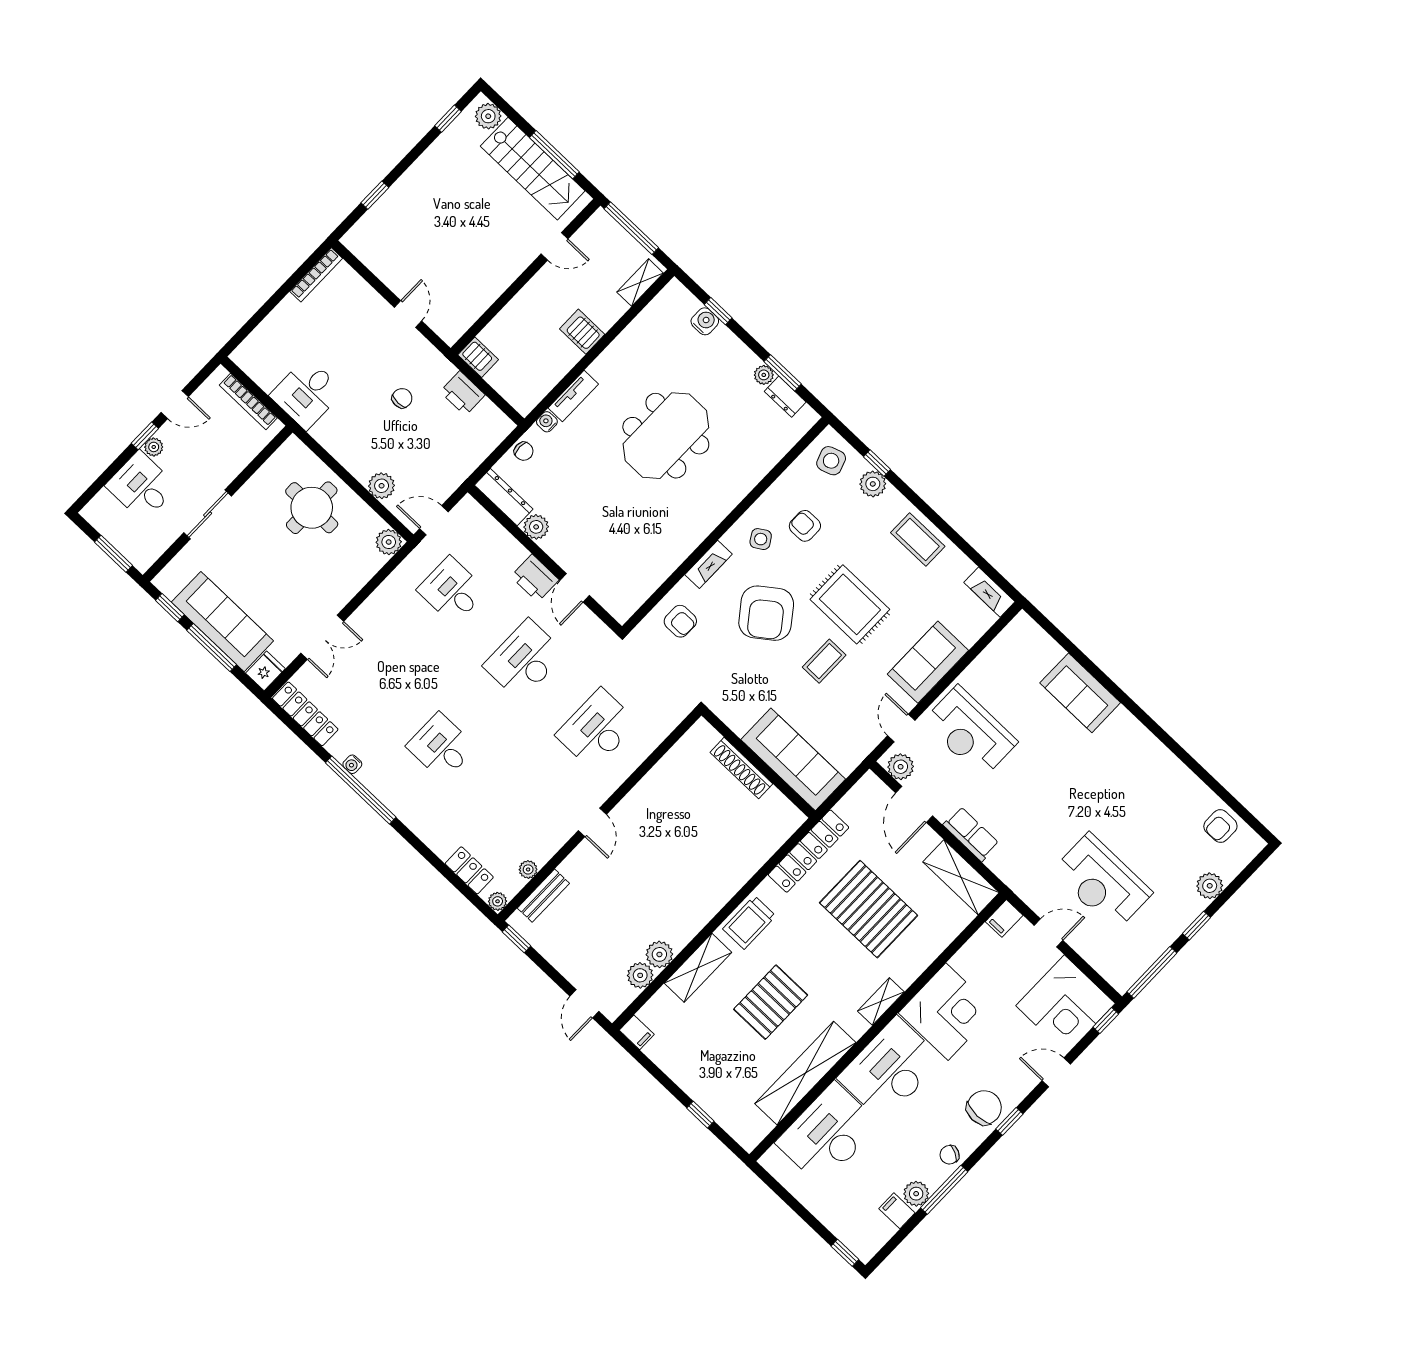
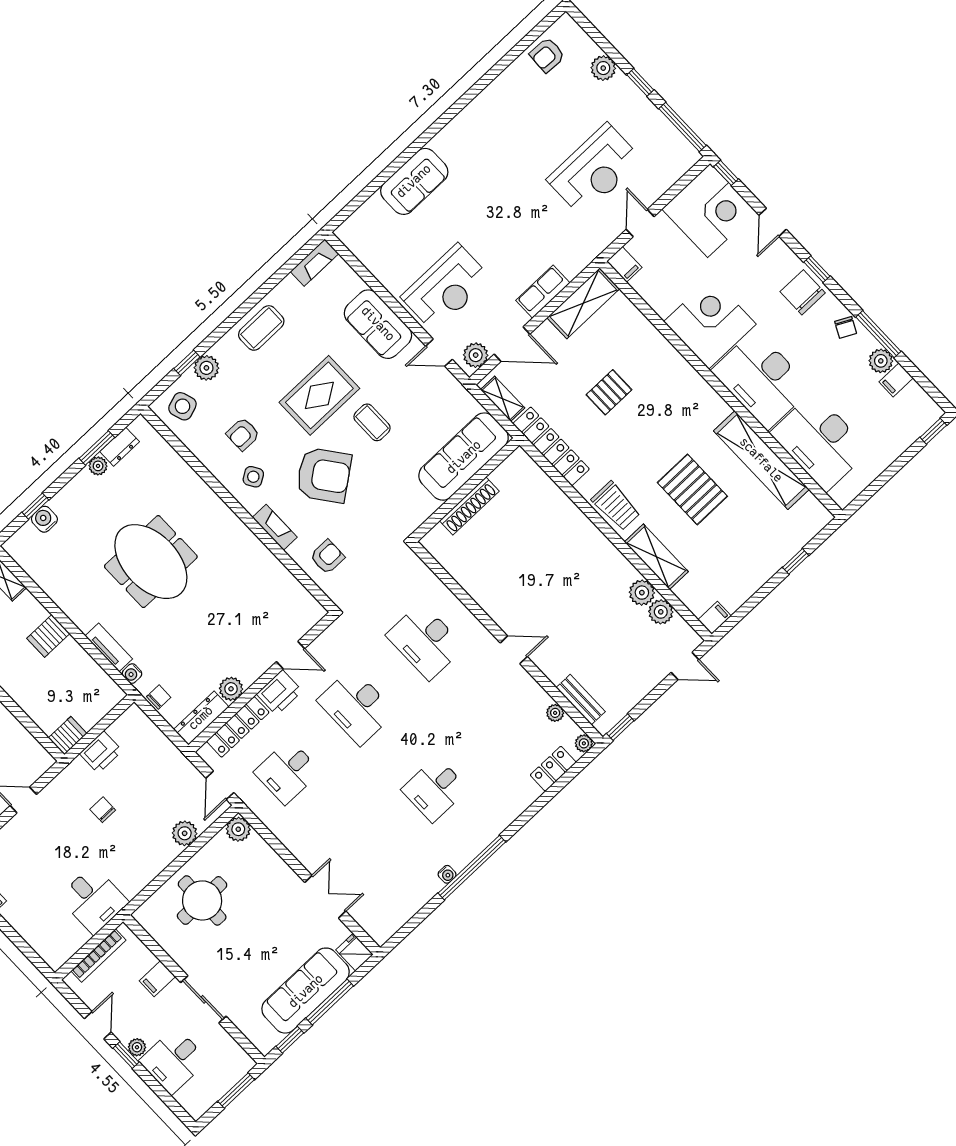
filing cabinet: (227, 465) -> (157, 979), added
locker: (305, 714) -> (238, 727), moved, turned 180
armchair: (1220, 826) -> (547, 55), turned 92
pallet: (869, 909) -> (609, 392), width x0.49, depth x0.50
shelving: (881, 1002) -> (503, 399), moved

